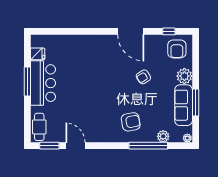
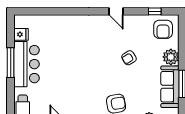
door: (131, 31) -> (116, 11), width x0.53

